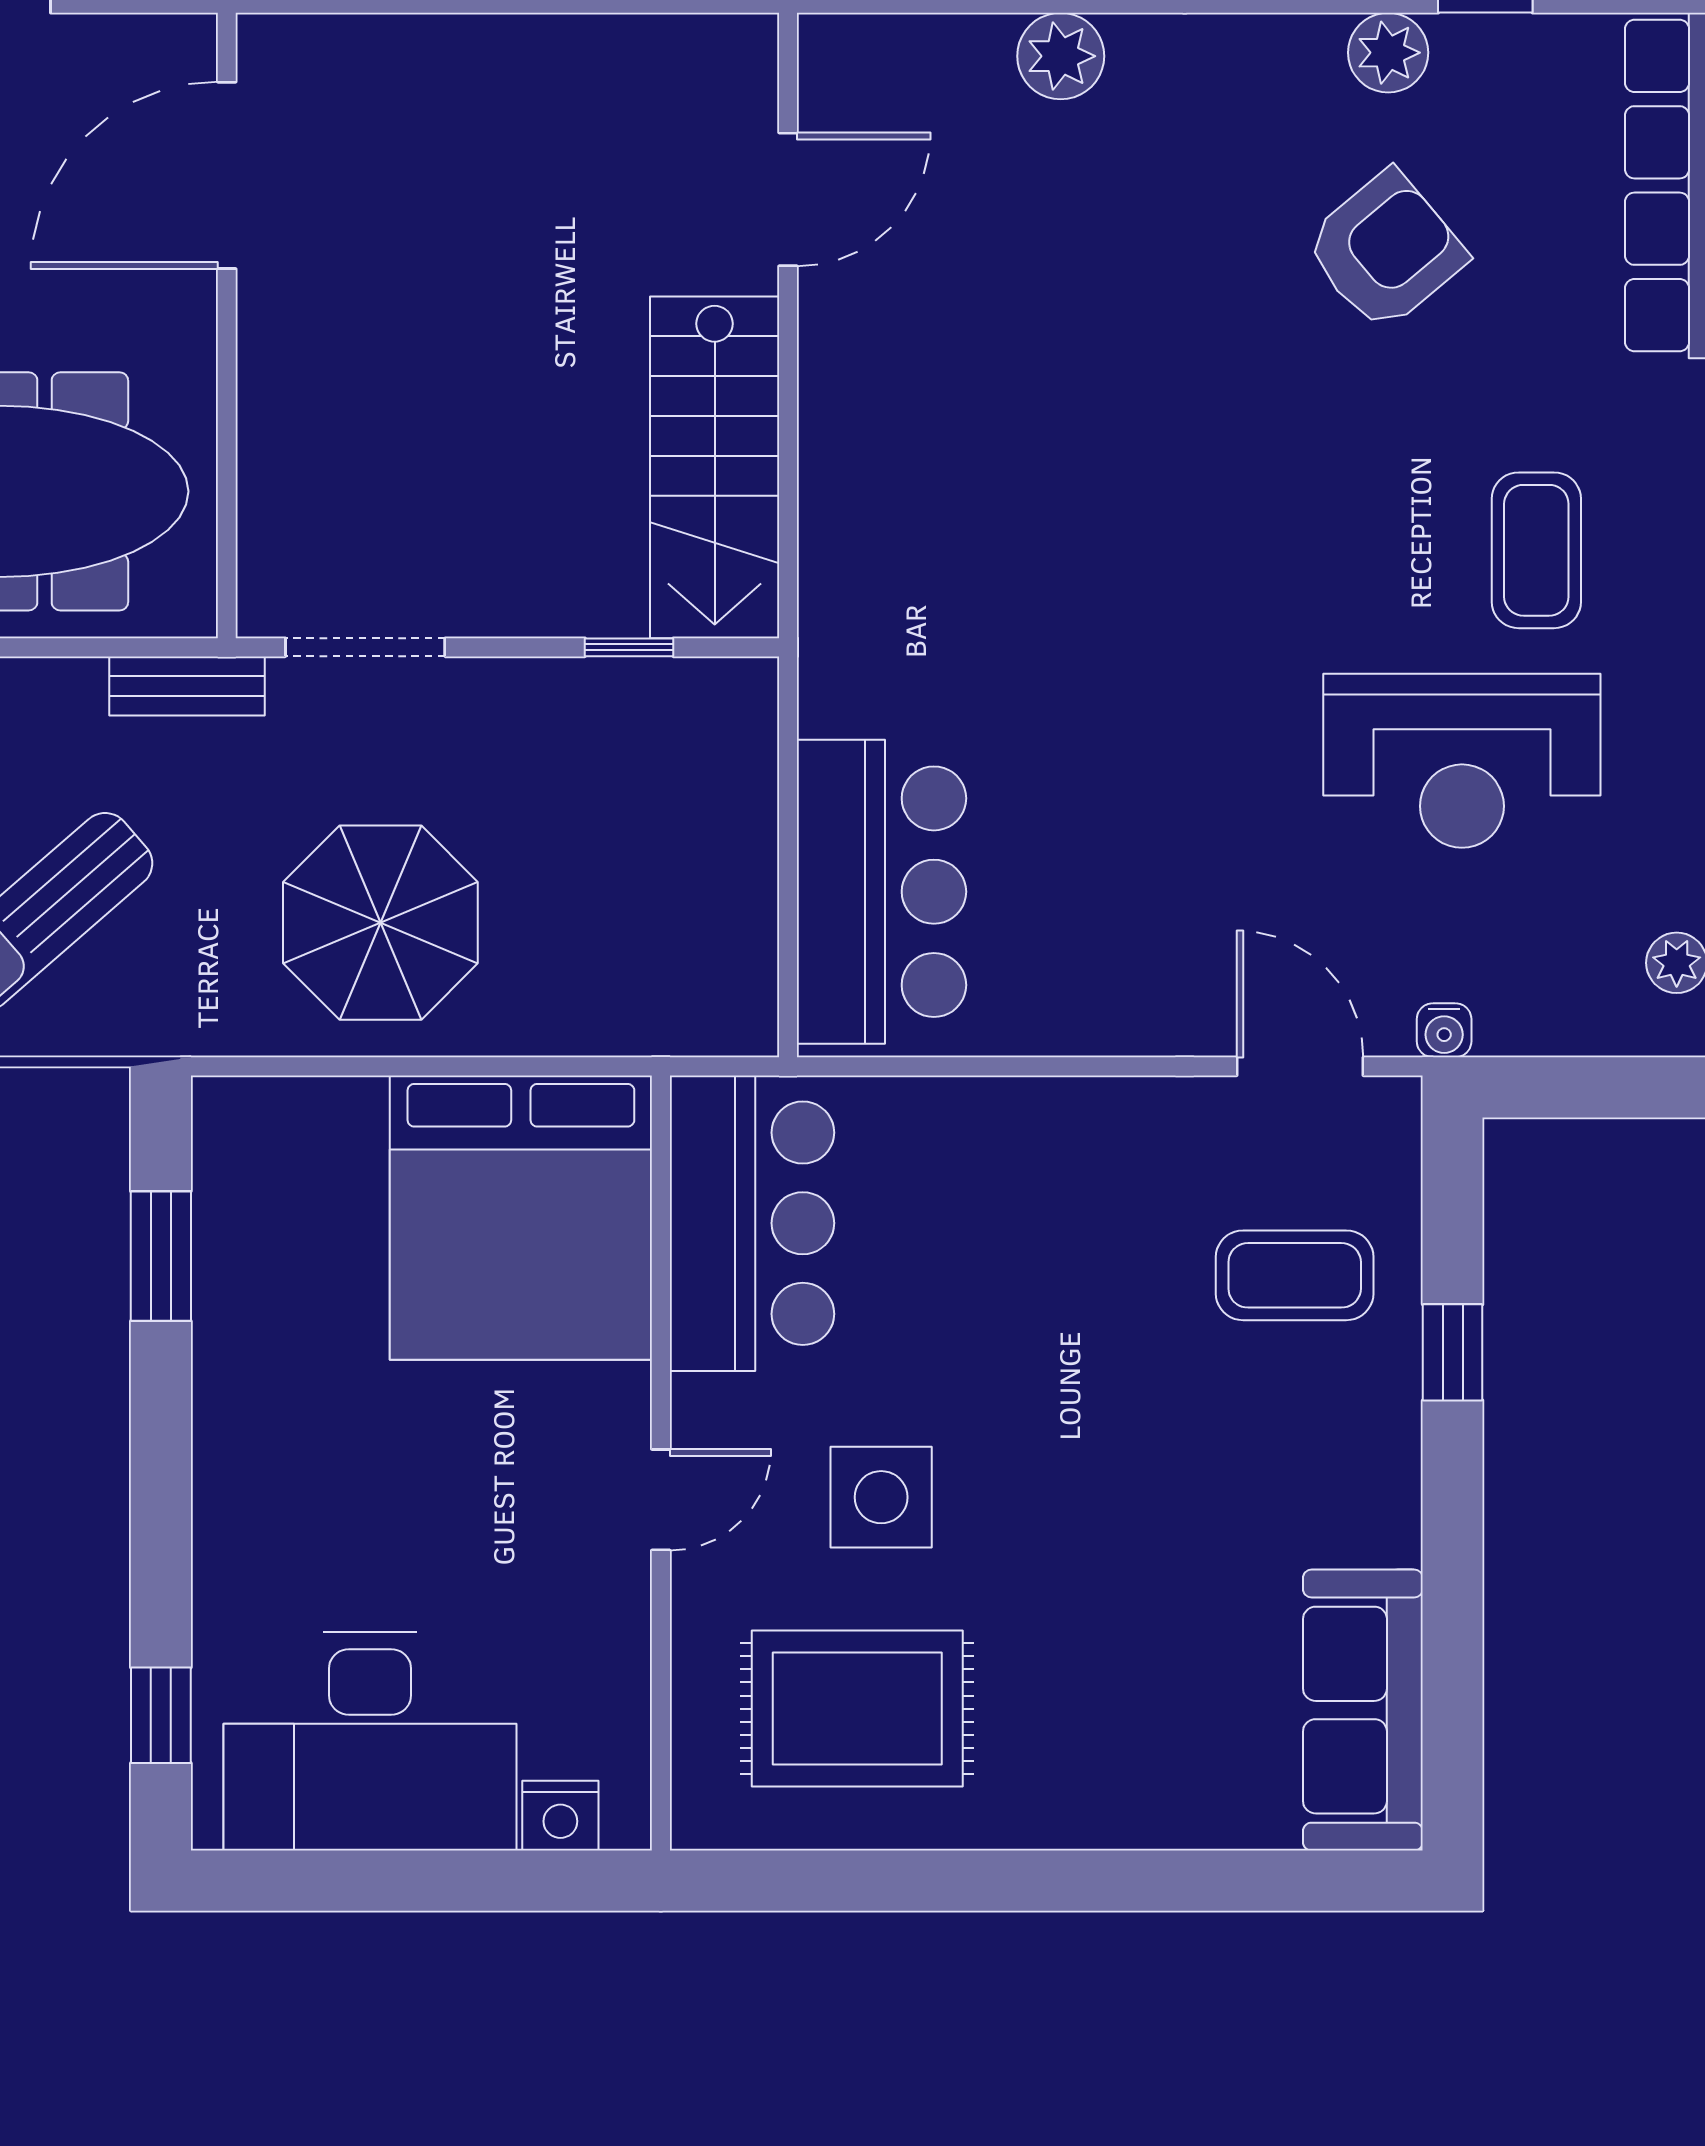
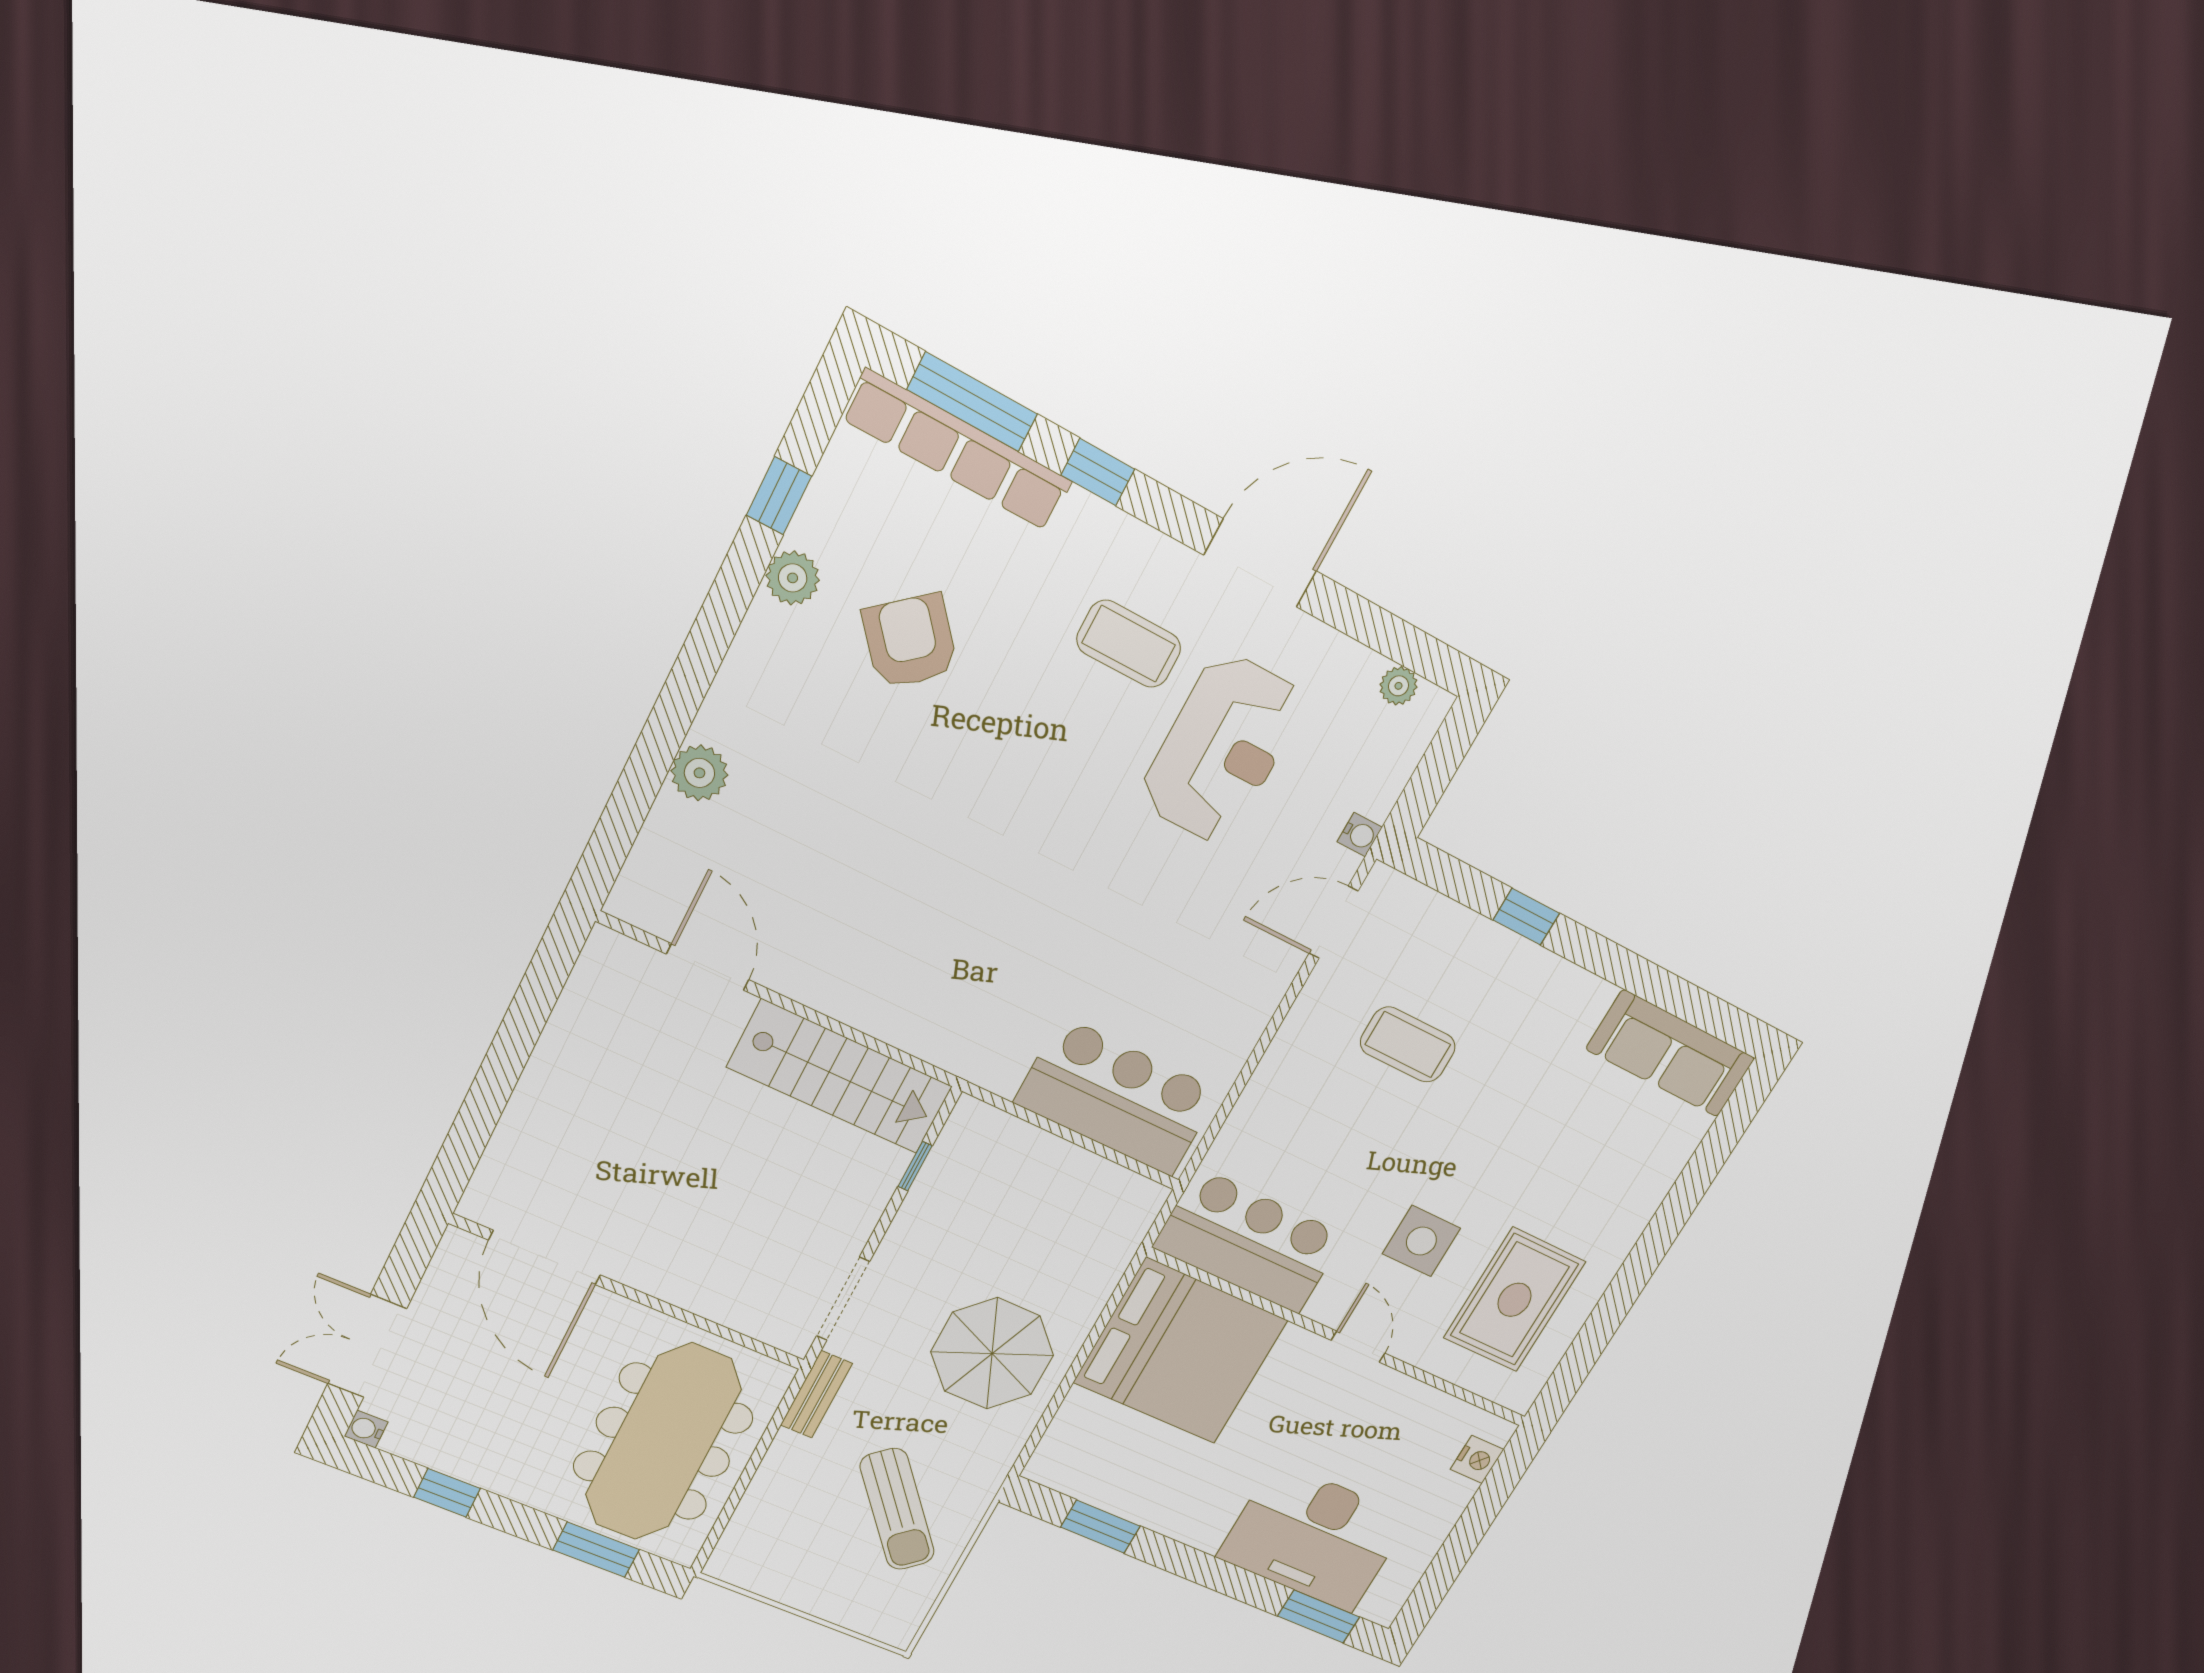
coffee table: (1295, 1275) -> (1408, 1045), moved, turned 90
window: (161, 1715) -> (1319, 1616), width x1.50
desk: (370, 1741) -> (1314, 1537), moved, turned 90

